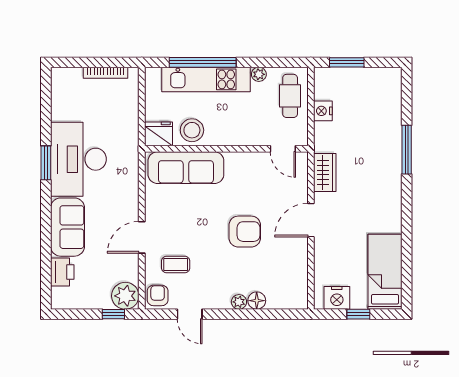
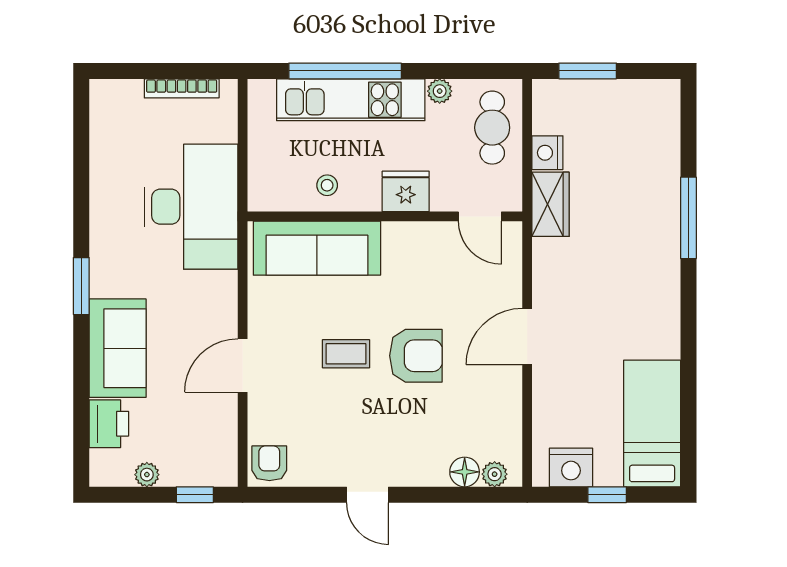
stool: (192, 130) -> (327, 185), width x0.53, depth x0.53
fridge: (159, 134) -> (406, 191), moved
desk: (78, 159) -> (191, 207), moved, turned 180
window: (46, 163) -> (81, 286), moved
wardrobe: (325, 172) -> (551, 204), moved
coffee table: (176, 264) -> (346, 354), moved
plant: (125, 296) -> (147, 475), moved, width x0.53, depth x0.53
floor lamp: (257, 301) -> (465, 472), moved
plant: (239, 302) -> (495, 474), moved
door: (190, 314) -> (368, 495), moved

